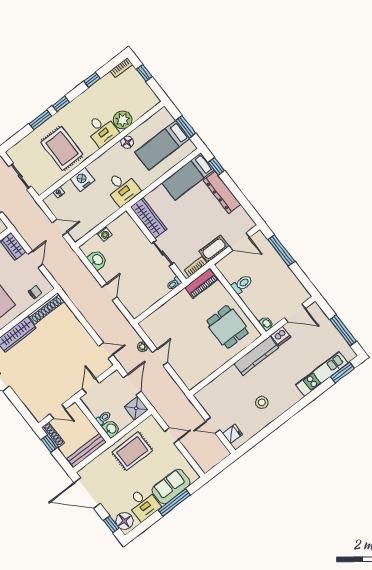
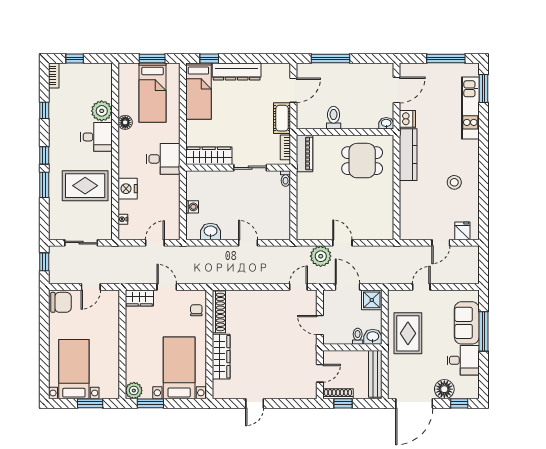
plant: (143, 347) -> (321, 256), width x1.88, depth x1.88
floor lamp: (124, 521) -> (444, 389), moved

